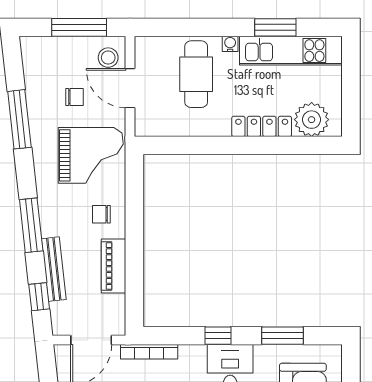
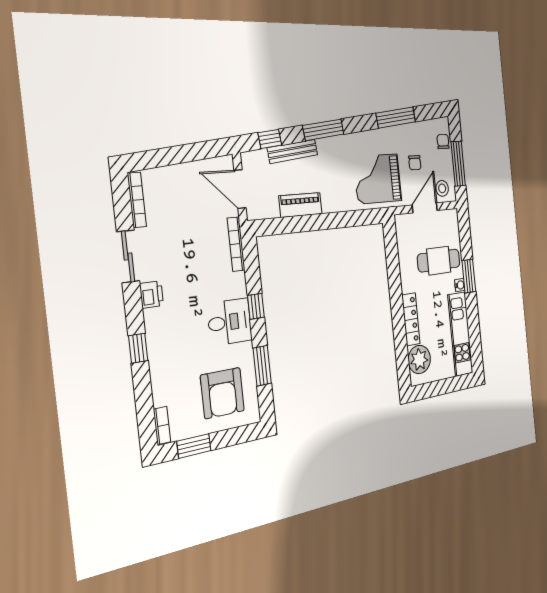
window: (275, 27) -> (469, 276), moved
grand piano: (91, 155) -> (378, 179), turned 90
chair: (101, 214) -> (443, 142), moved

